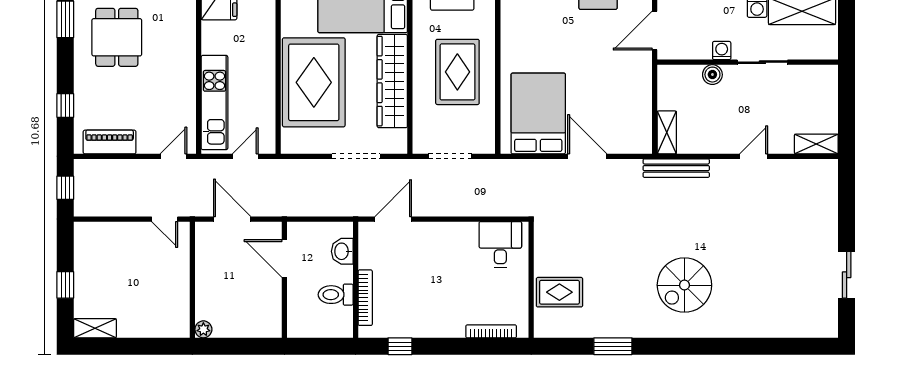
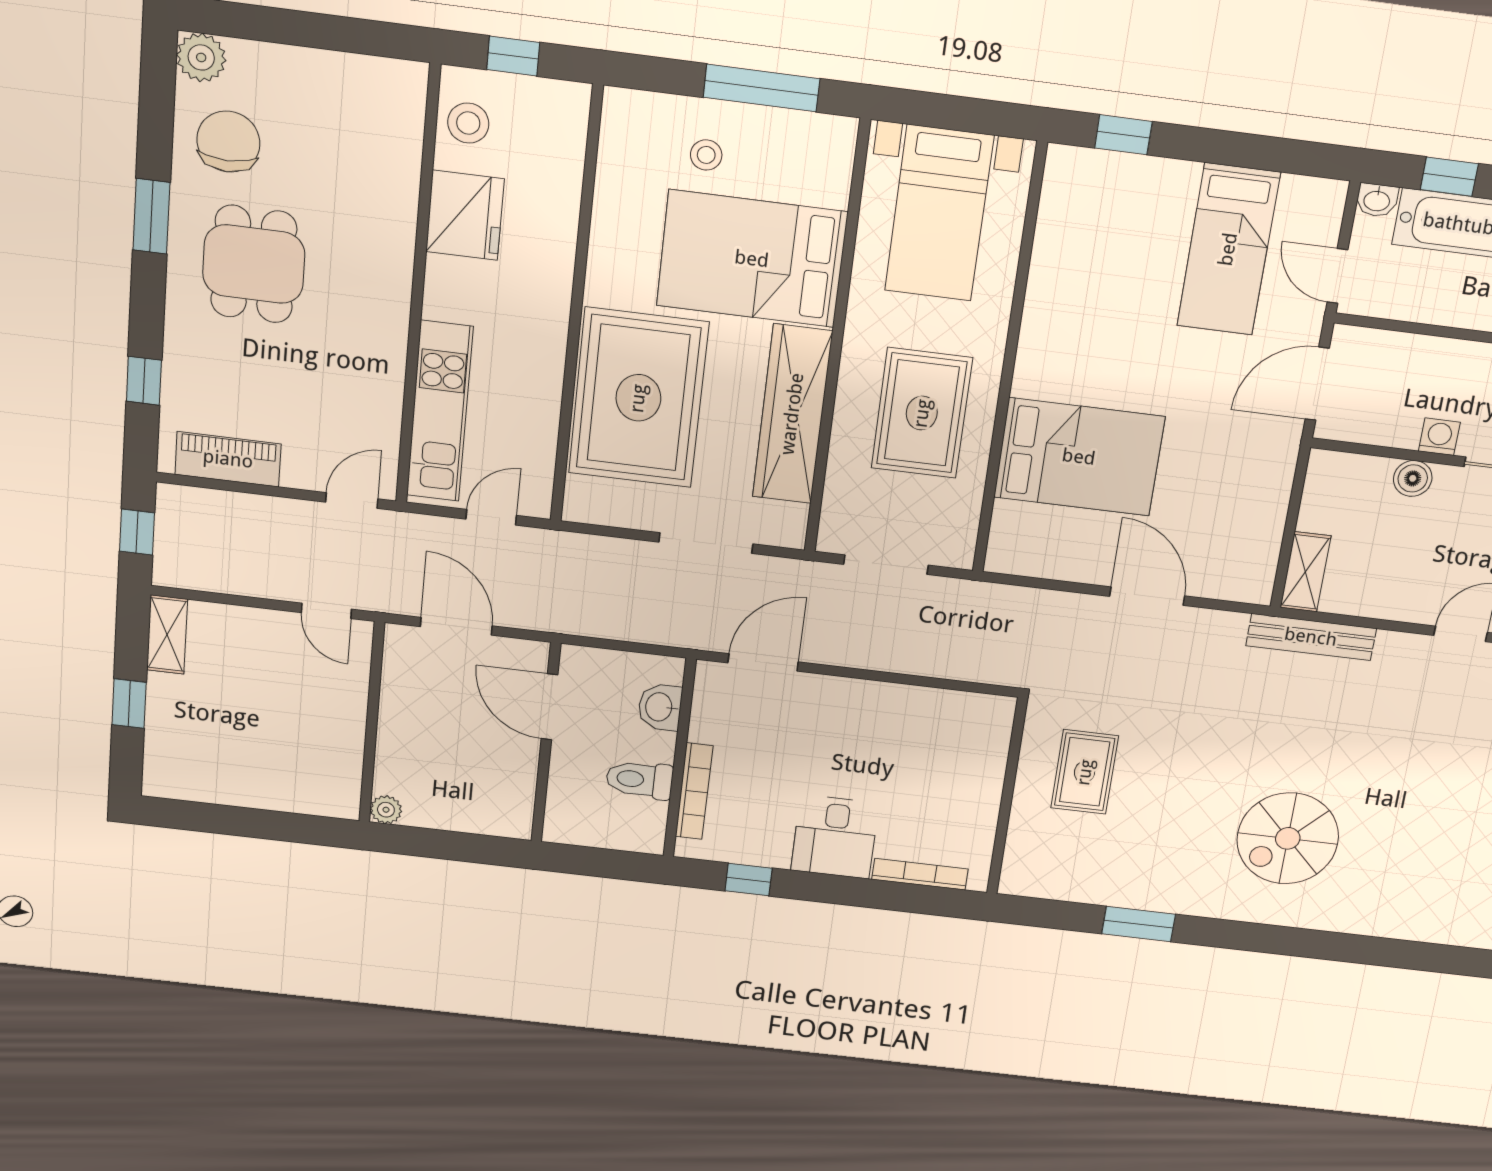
bed: (538, 113) -> (1079, 457), moved, turned 90
desk: (500, 244) -> (835, 837), moved, turned 180
rug: (559, 292) -> (1085, 772), moved, turned 90
shelving: (95, 328) -> (167, 635), moved, turned 90

